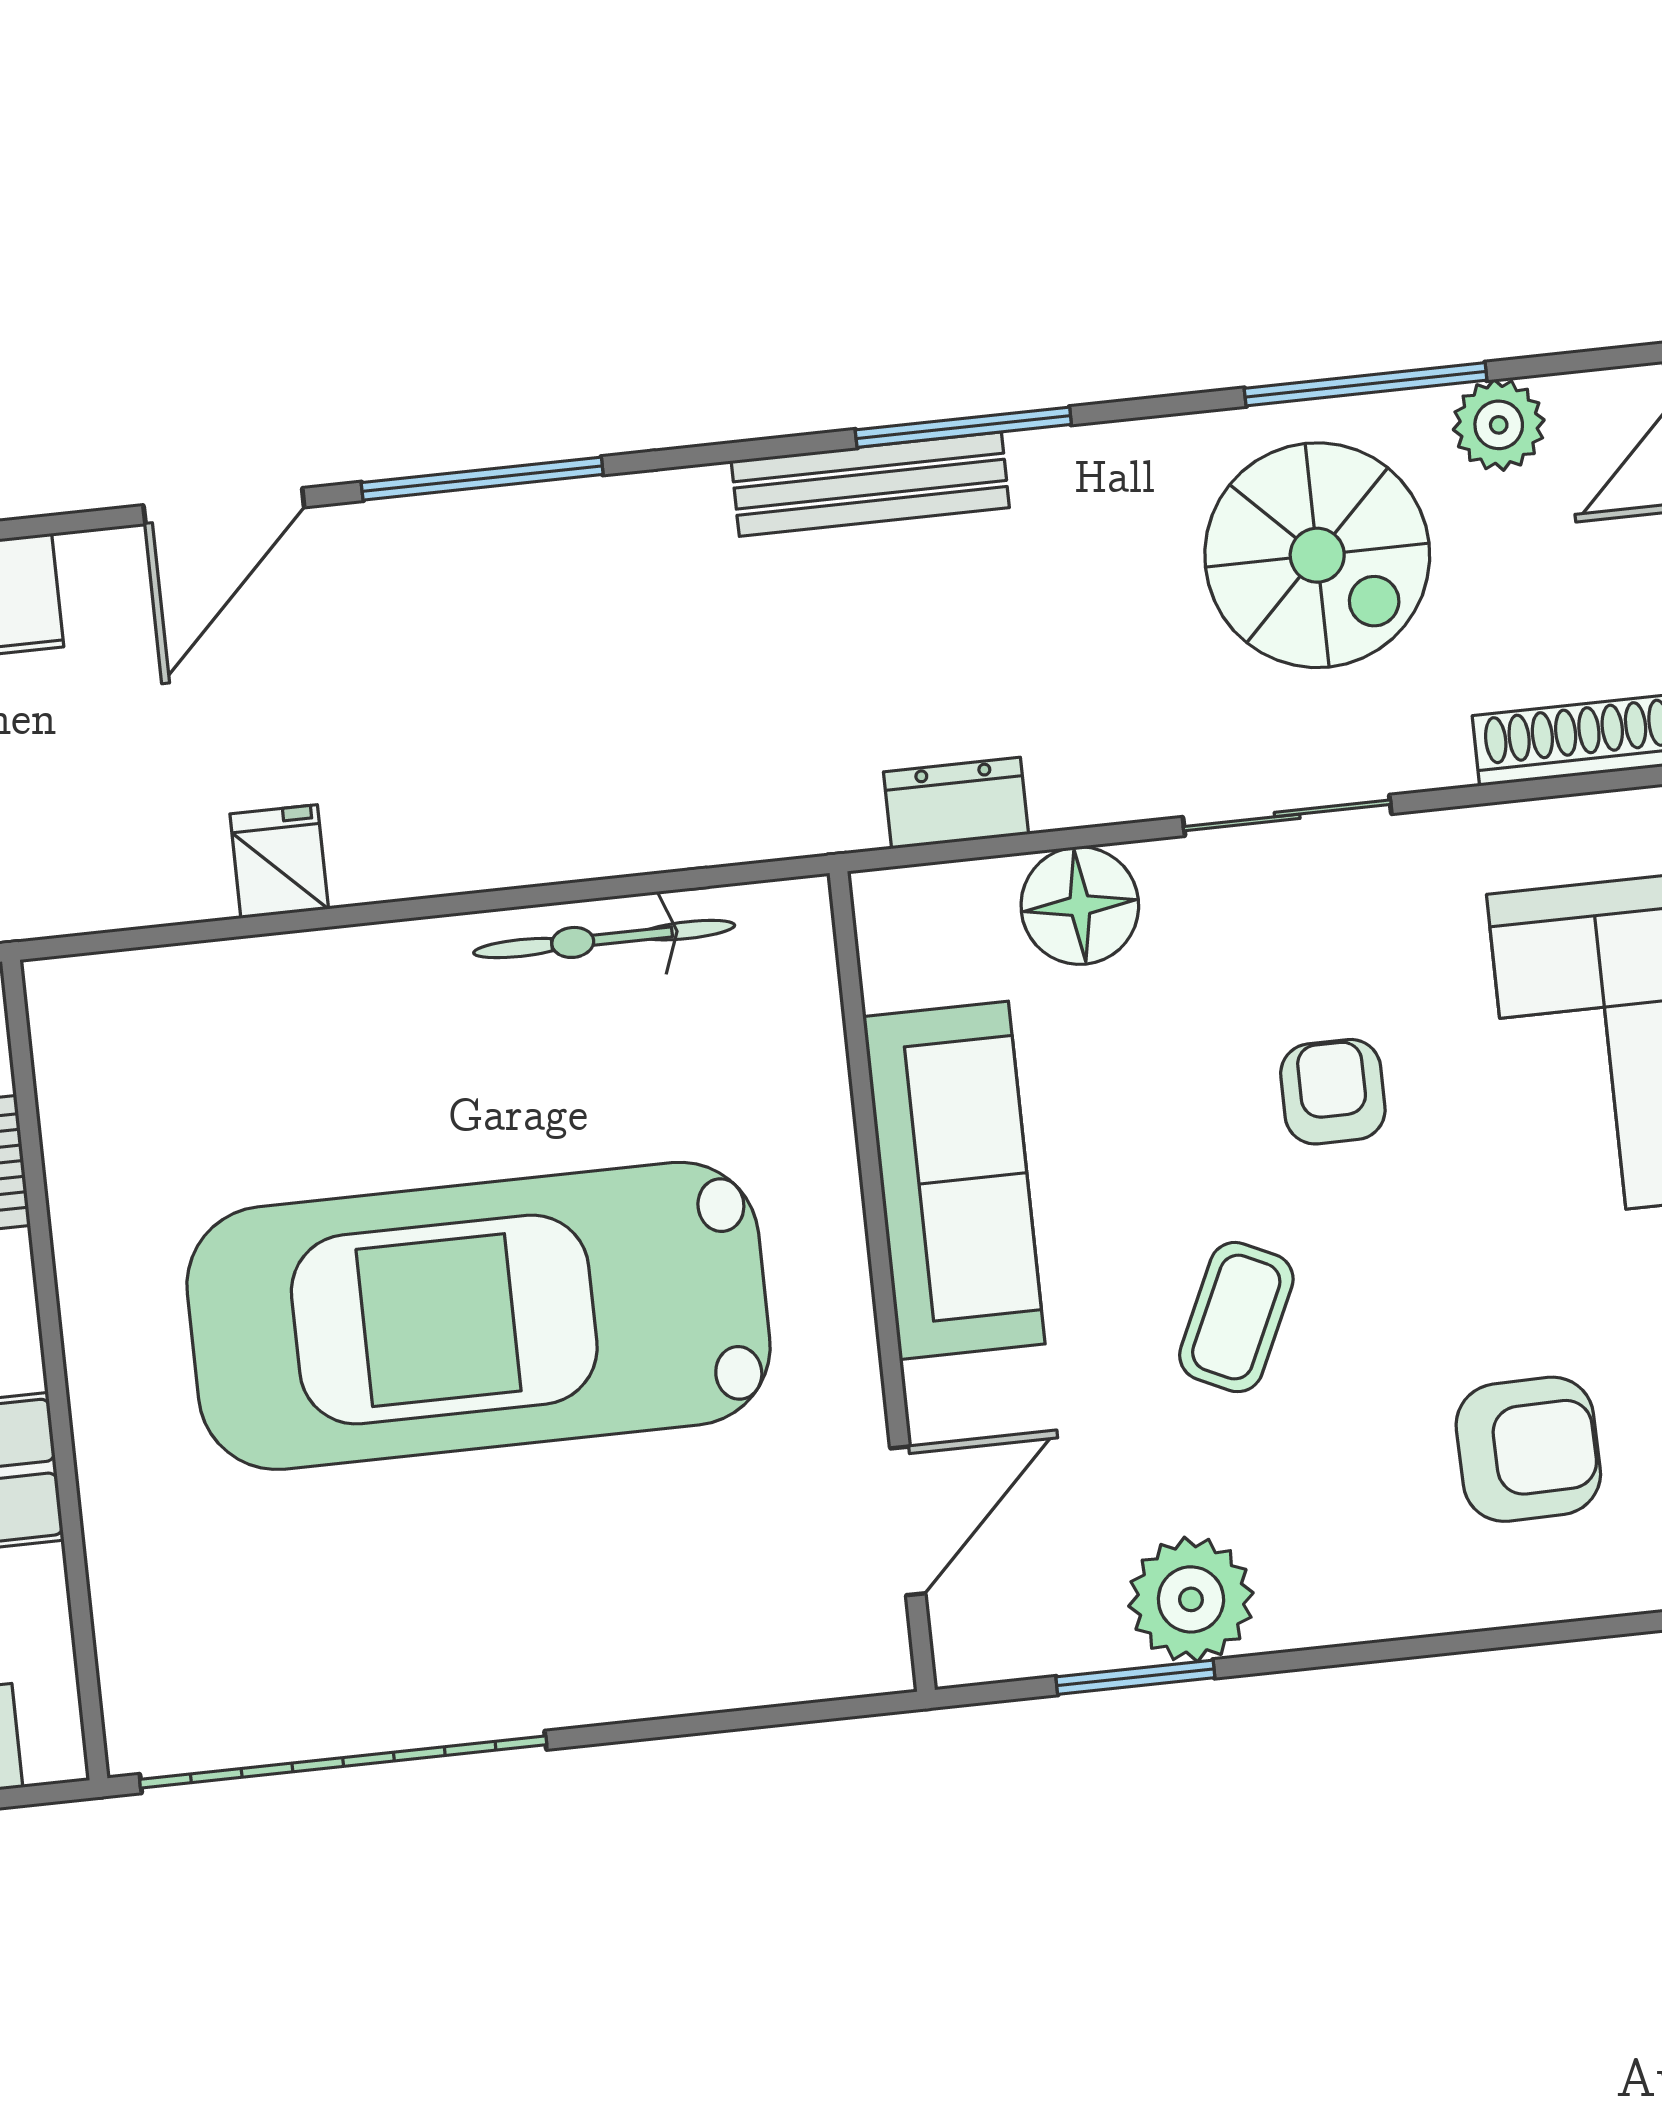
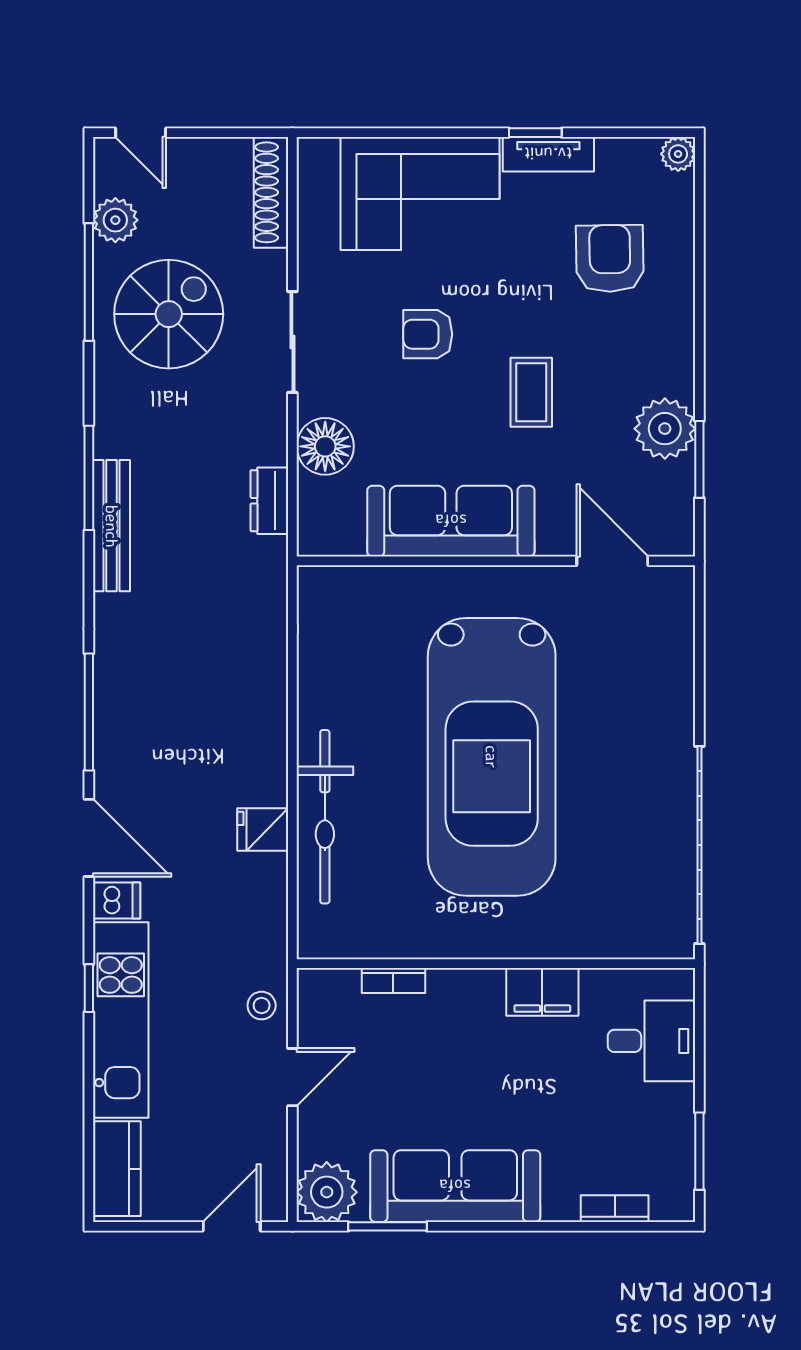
dishwasher: (101, 577) -> (117, 900), added
bicycle: (604, 939) -> (325, 817), moved, width x1.37, depth x1.40
coffee table: (1236, 1317) -> (531, 392), turned 65

